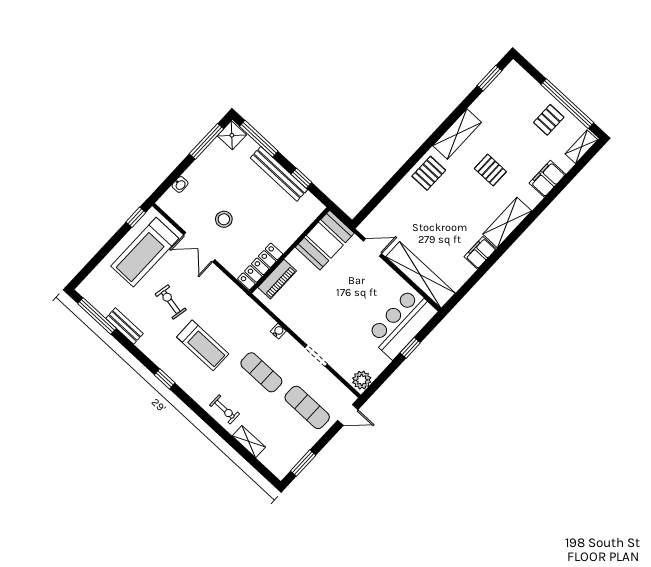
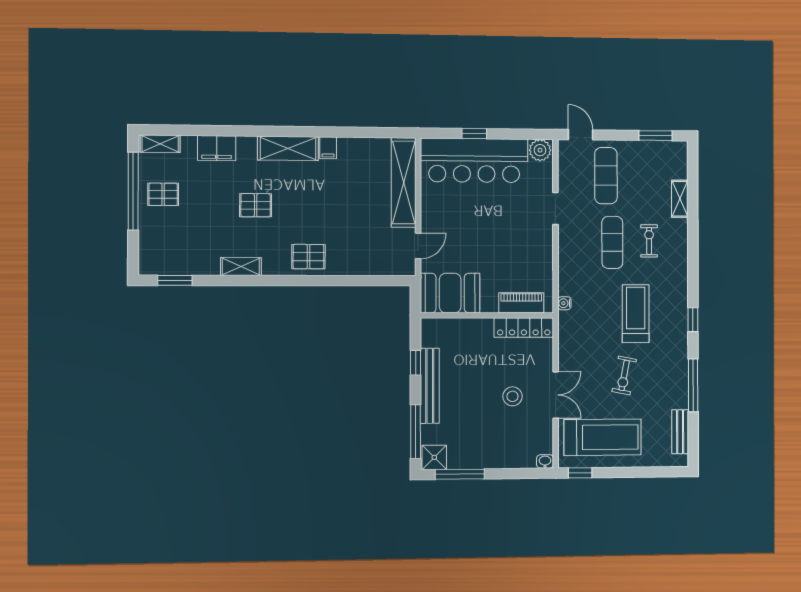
shelving: (457, 134) -> (241, 267), width x0.67, depth x0.75
pallet: (490, 170) -> (256, 205), turned 90
washbasin: (180, 184) -> (545, 461), moved
door: (373, 247) -> (418, 246), swing flipped
filing cabinet: (480, 253) -> (328, 148), width x0.50
window: (97, 316) -> (693, 385), moved
bar counter: (402, 323) -> (474, 160), width x1.36
bench: (124, 326) -> (680, 432), moved
water cooler: (278, 331) -> (564, 303), moved
exercise bike: (225, 409) -> (649, 241), moved

